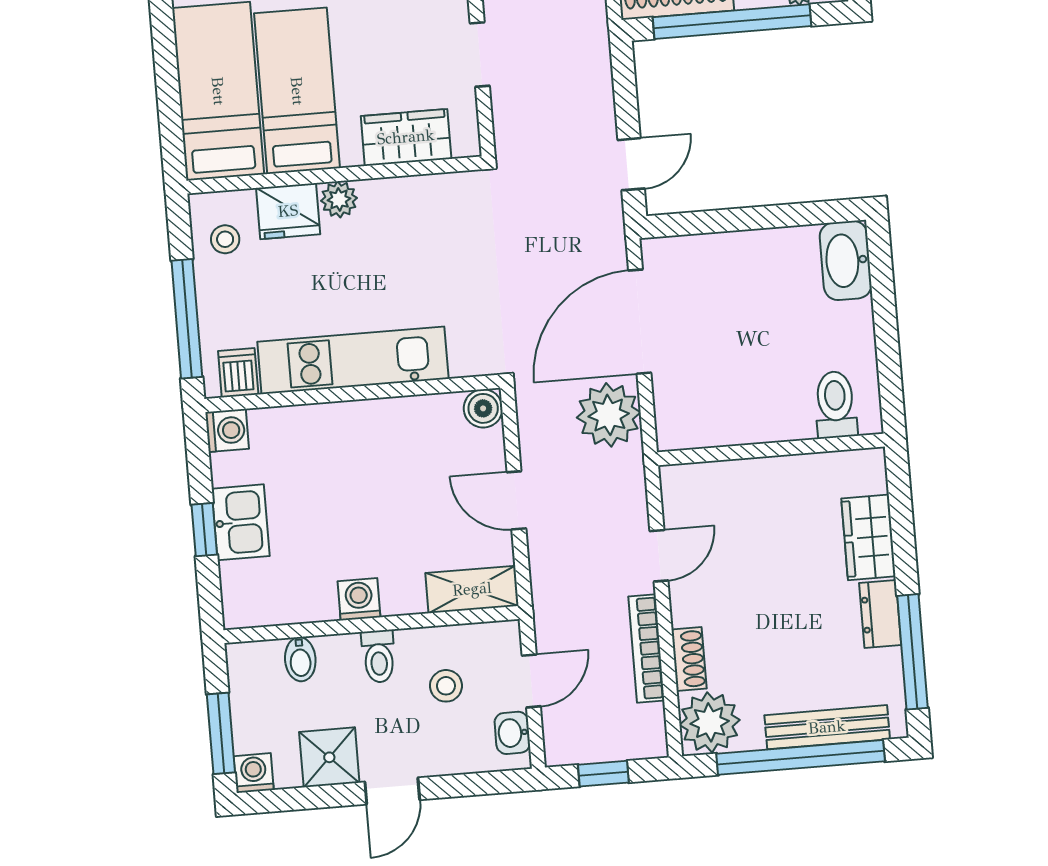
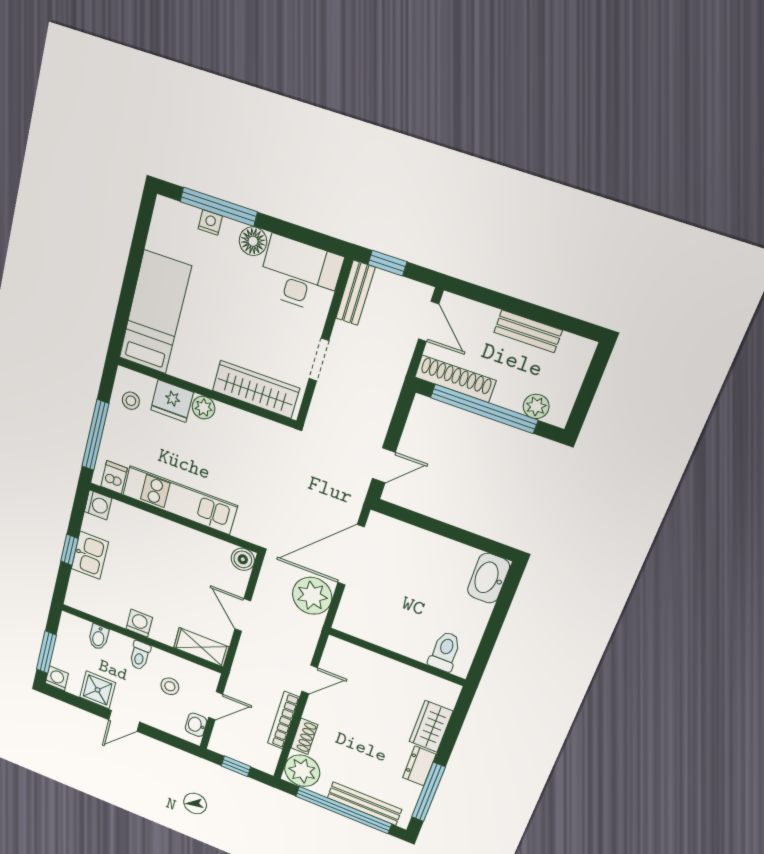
bed: (297, 91) -> (201, 333), removed
wardrobe: (406, 137) -> (256, 389), width x1.50

